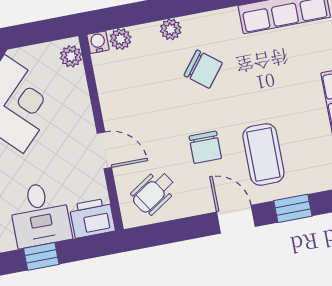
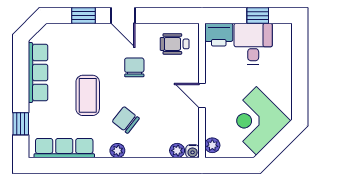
plant: (171, 29) -> (117, 151), moved
door: (104, 150) -> (202, 96), moved
coffee table: (263, 154) -> (88, 95), moved
wheelchair: (153, 192) -> (175, 44), turned -147

